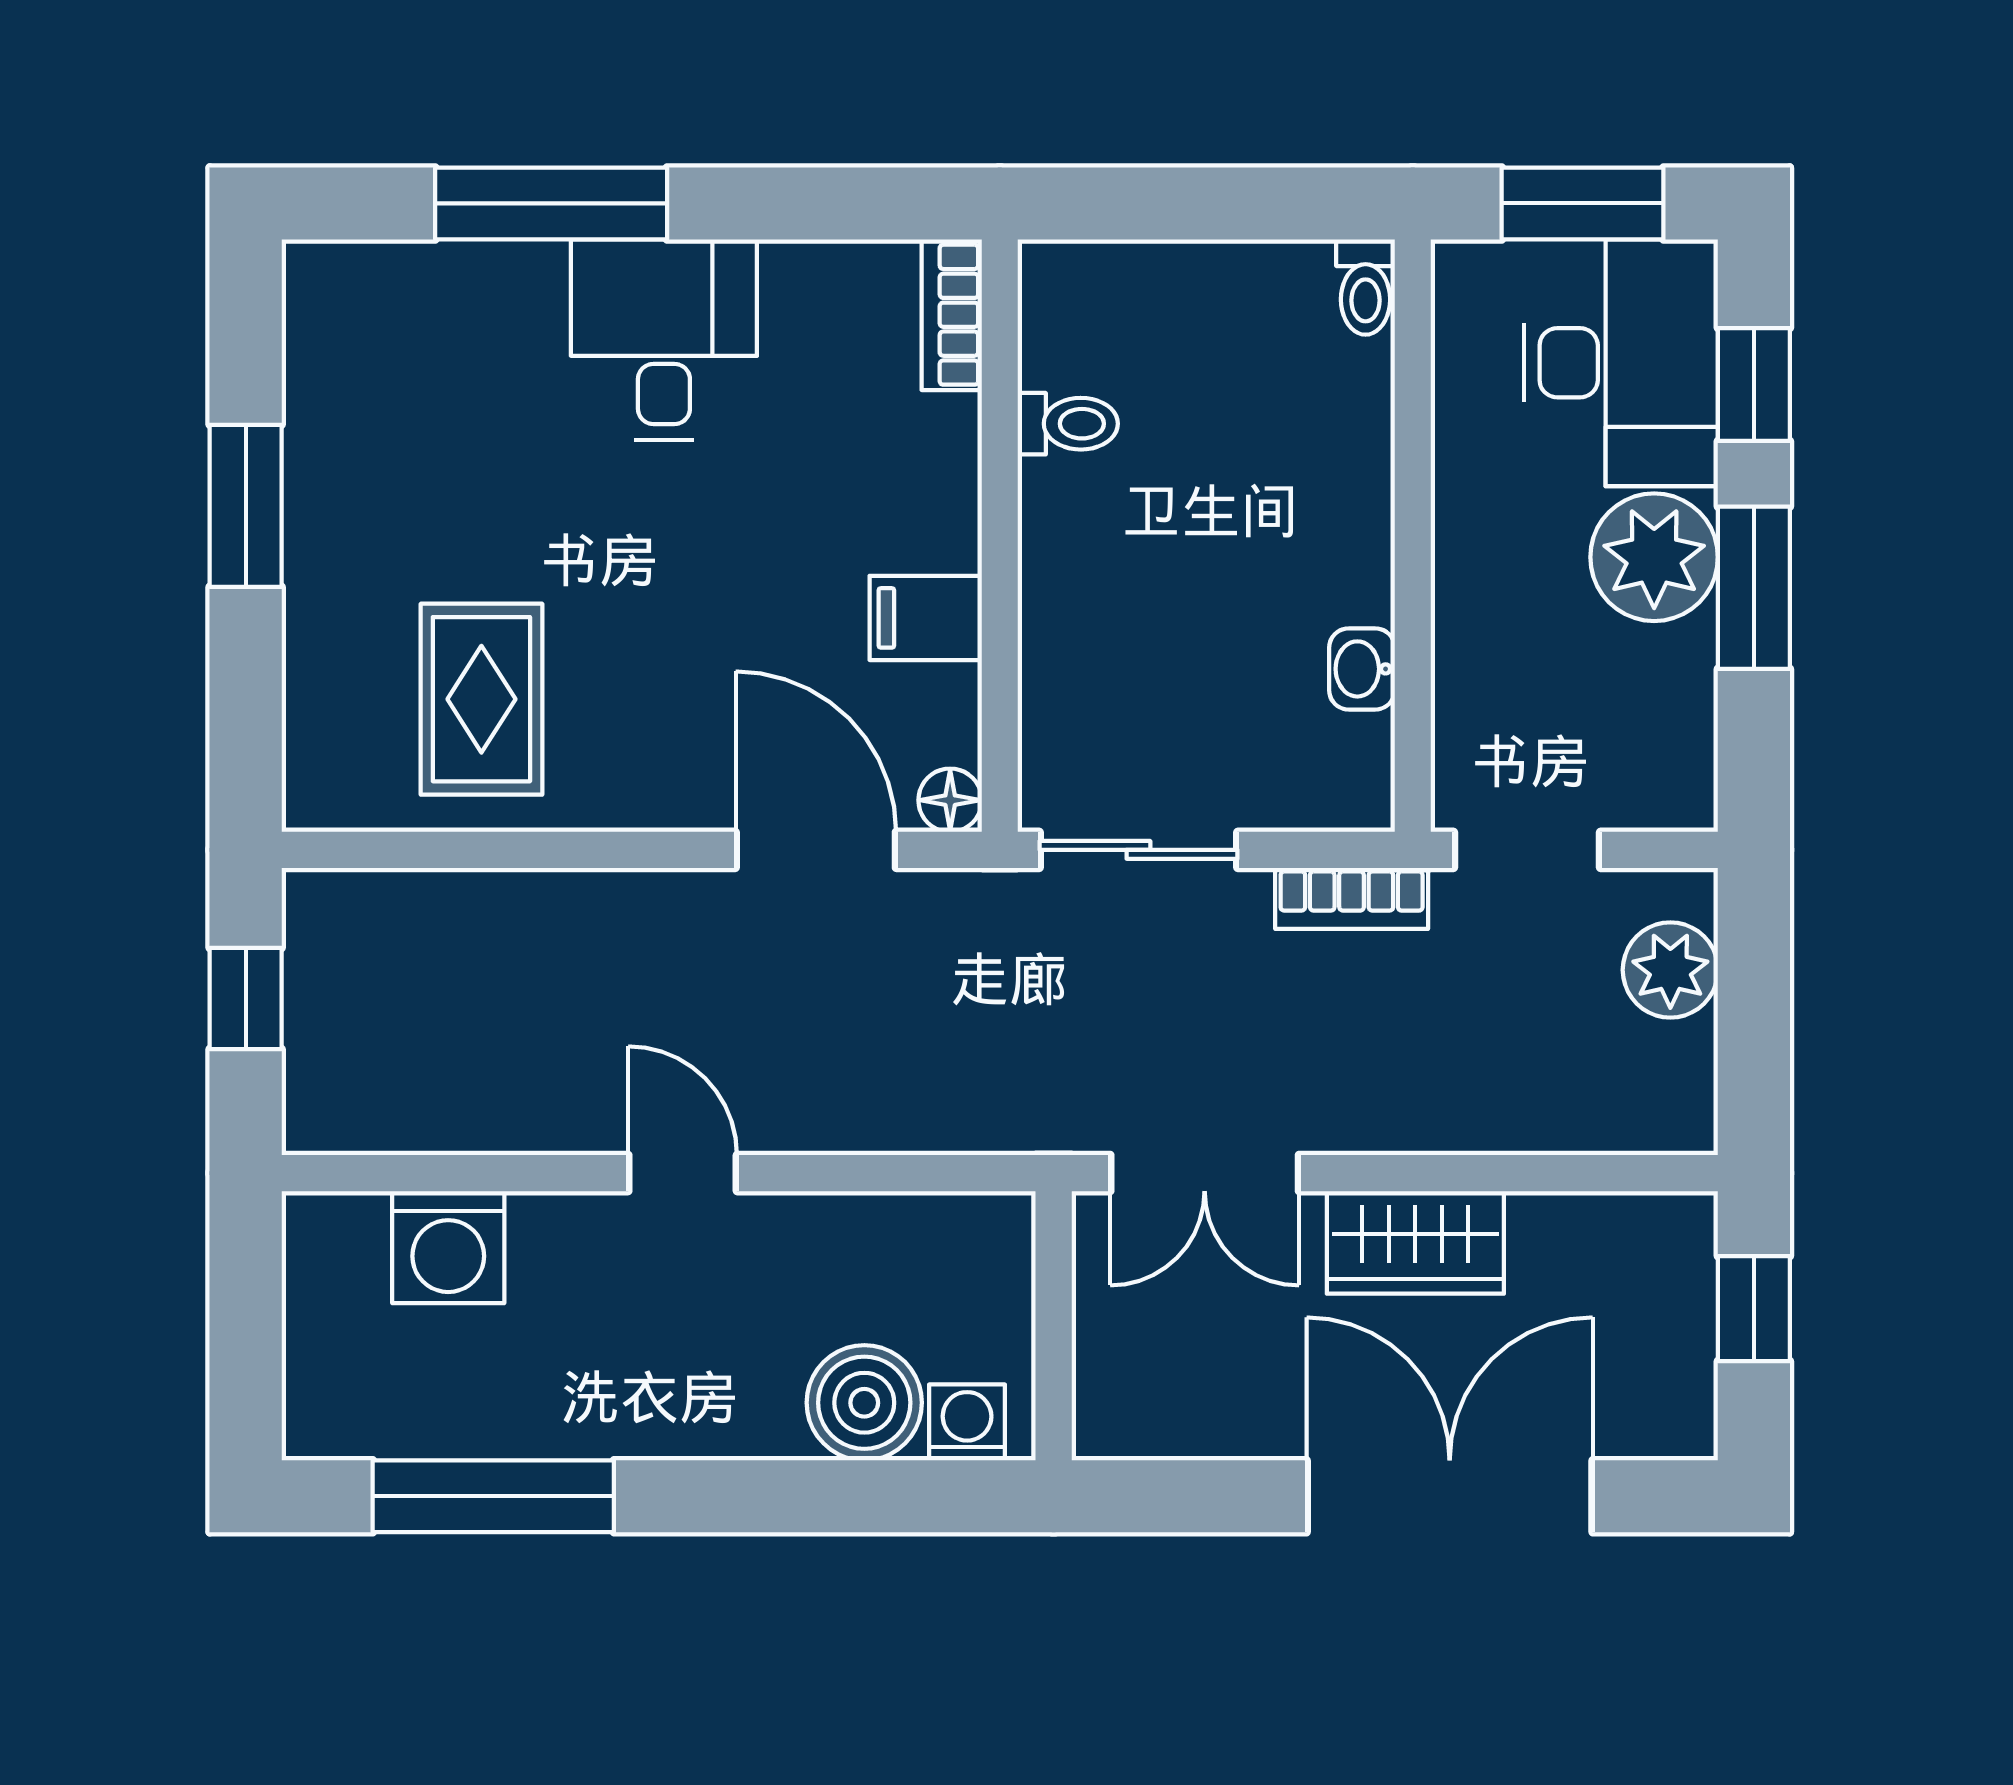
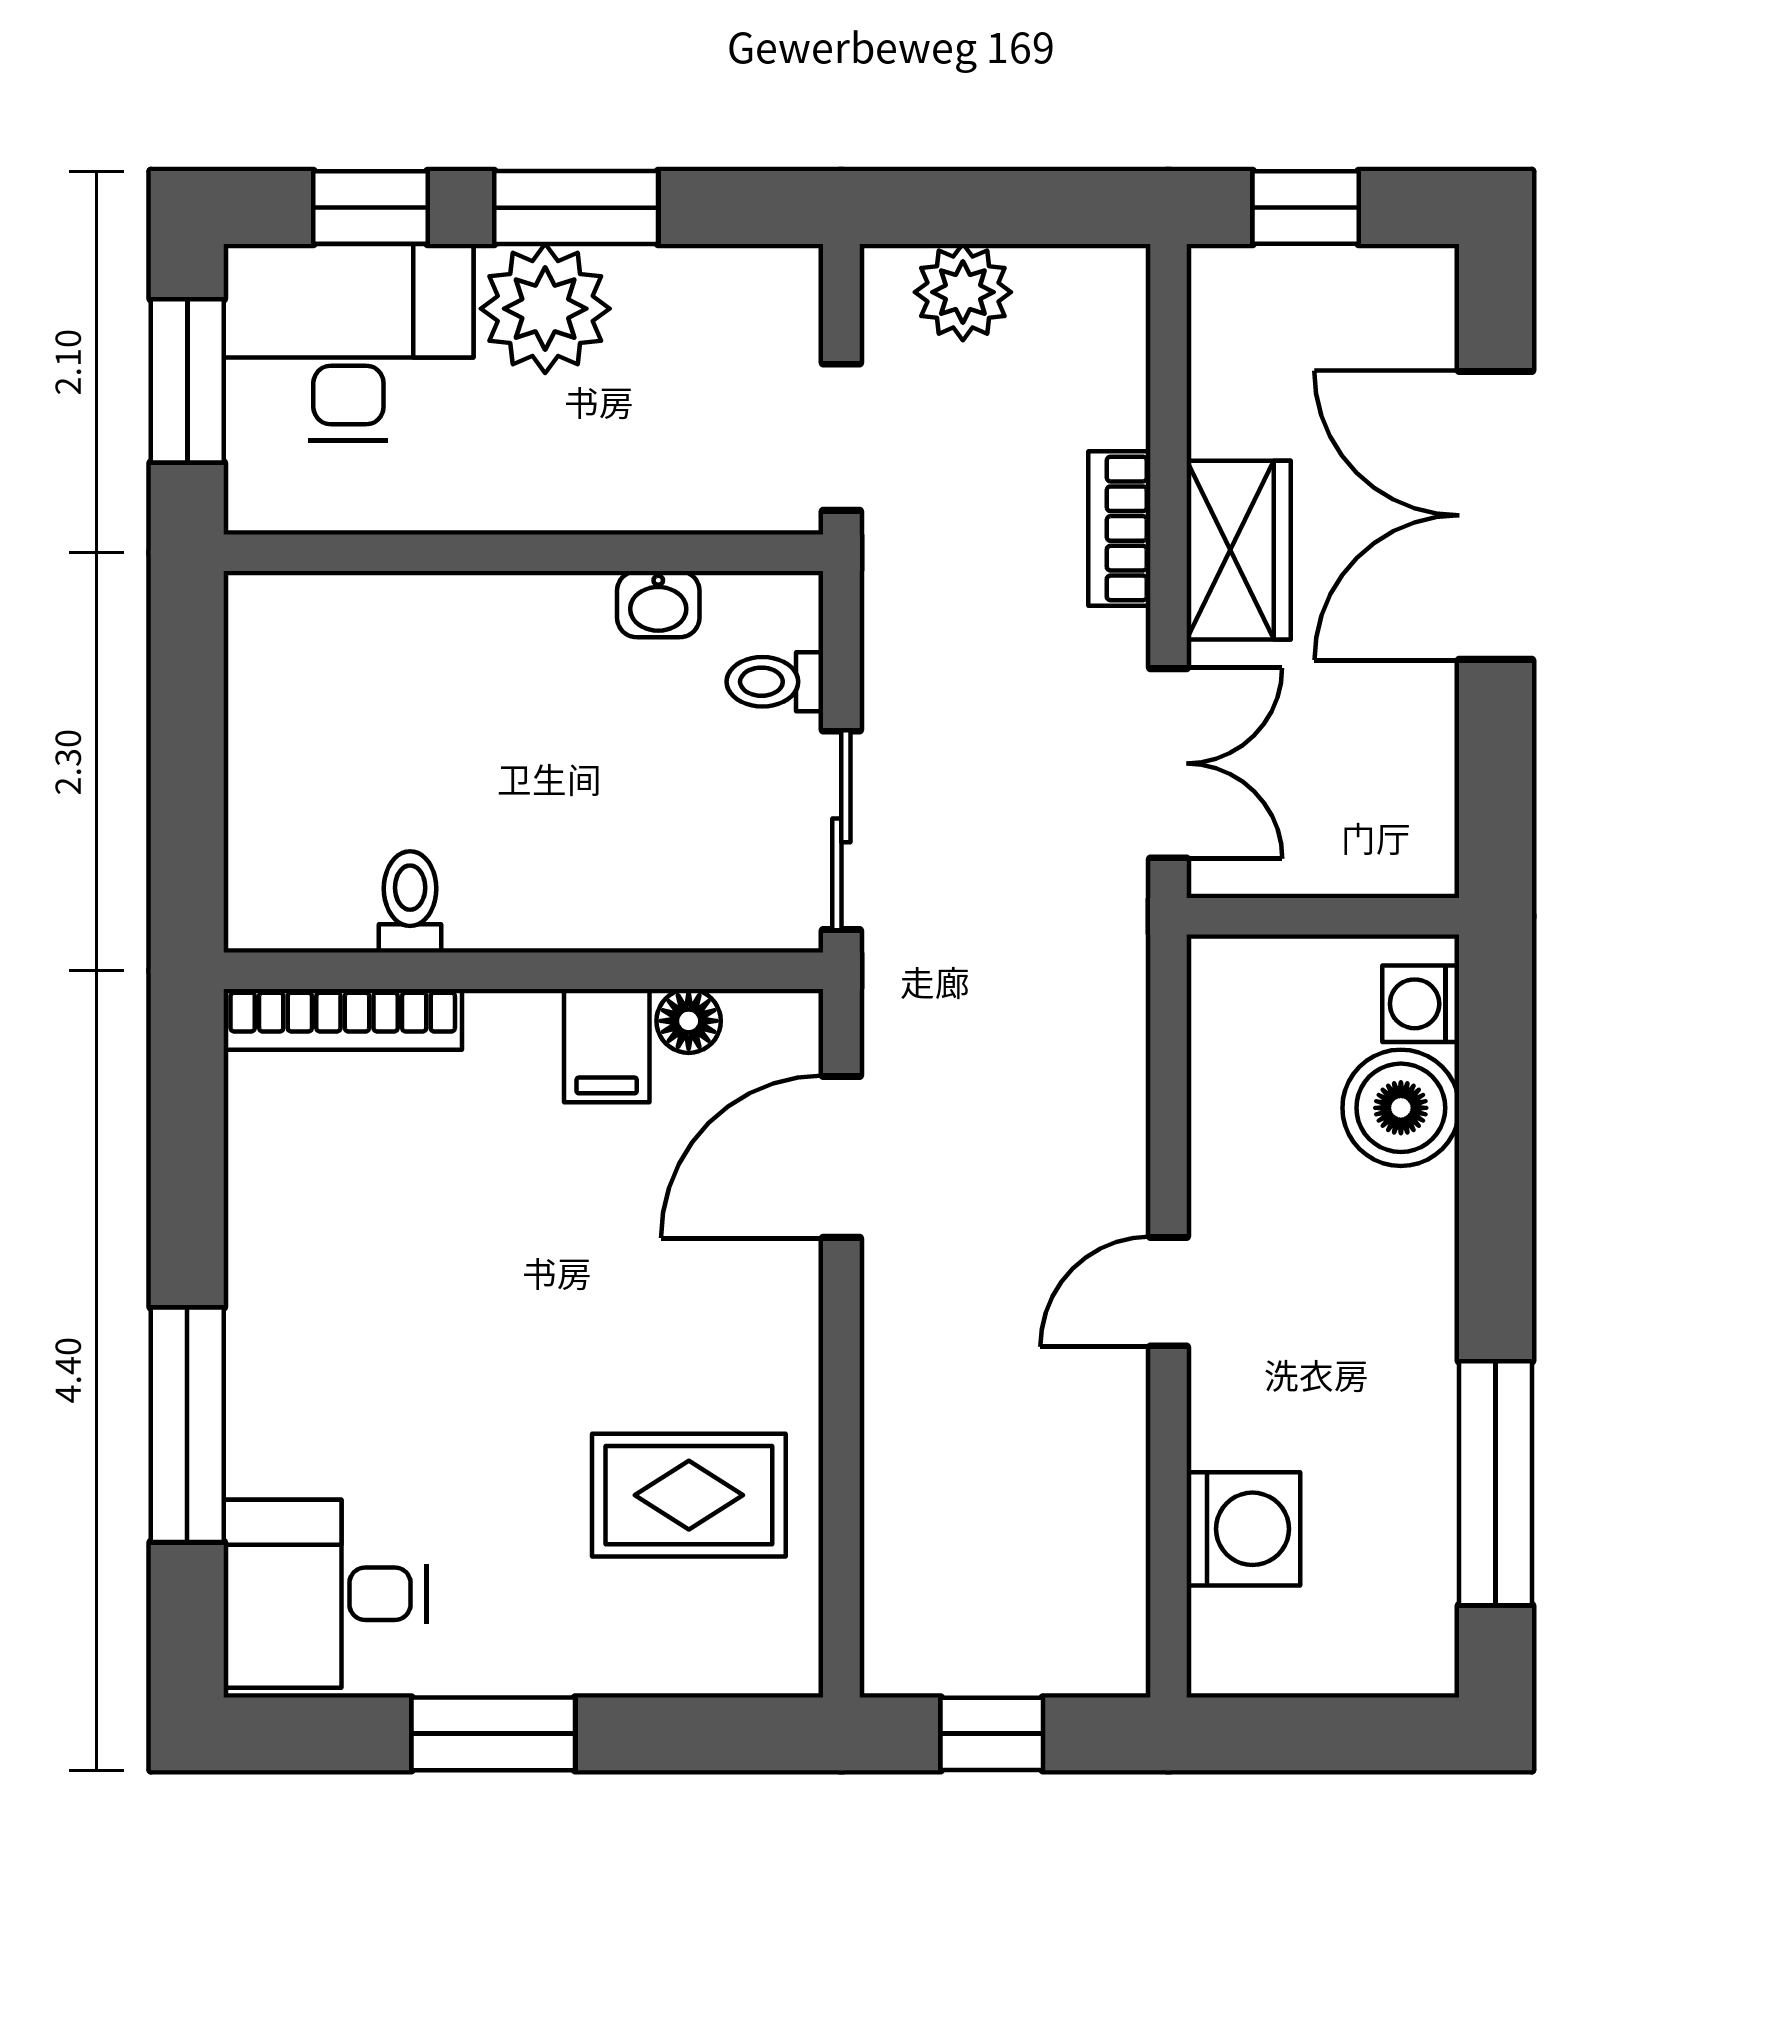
toilet: (1366, 287) -> (775, 682), moved, turned 180
bookcase: (952, 315) -> (343, 1019), width x1.56
desk: (664, 340) -> (325, 1594), moved
floor lamp: (950, 800) -> (689, 1021), moved
bookcase: (1352, 898) -> (1119, 528), moved, turned 180

